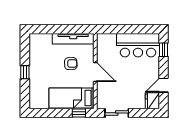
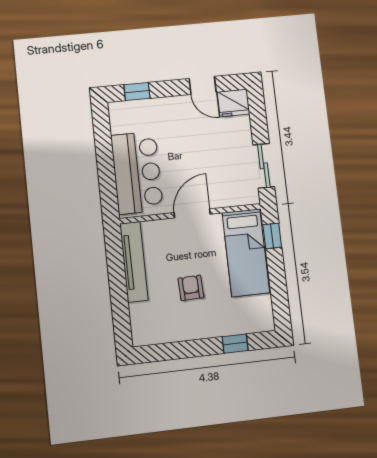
bar counter: (138, 45) -> (137, 173), moved
armchair: (71, 64) -> (191, 288), moved
window: (25, 72) -> (235, 344), moved

